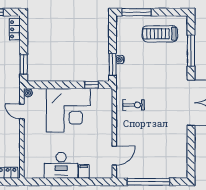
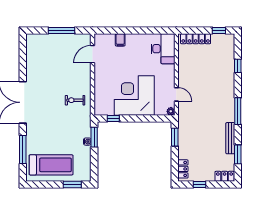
window: (137, 12) -> (72, 184), width x0.69
treadmill: (160, 34) -> (51, 165), width x1.37, depth x1.38
desk: (61, 165) -> (163, 49), moved, turned 90
window: (149, 182) -> (61, 30), width x0.68

